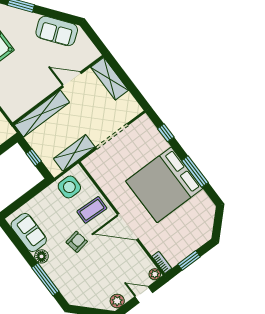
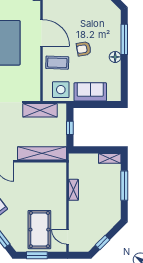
sofa: (29, 233) -> (90, 92), moved, turned 90

